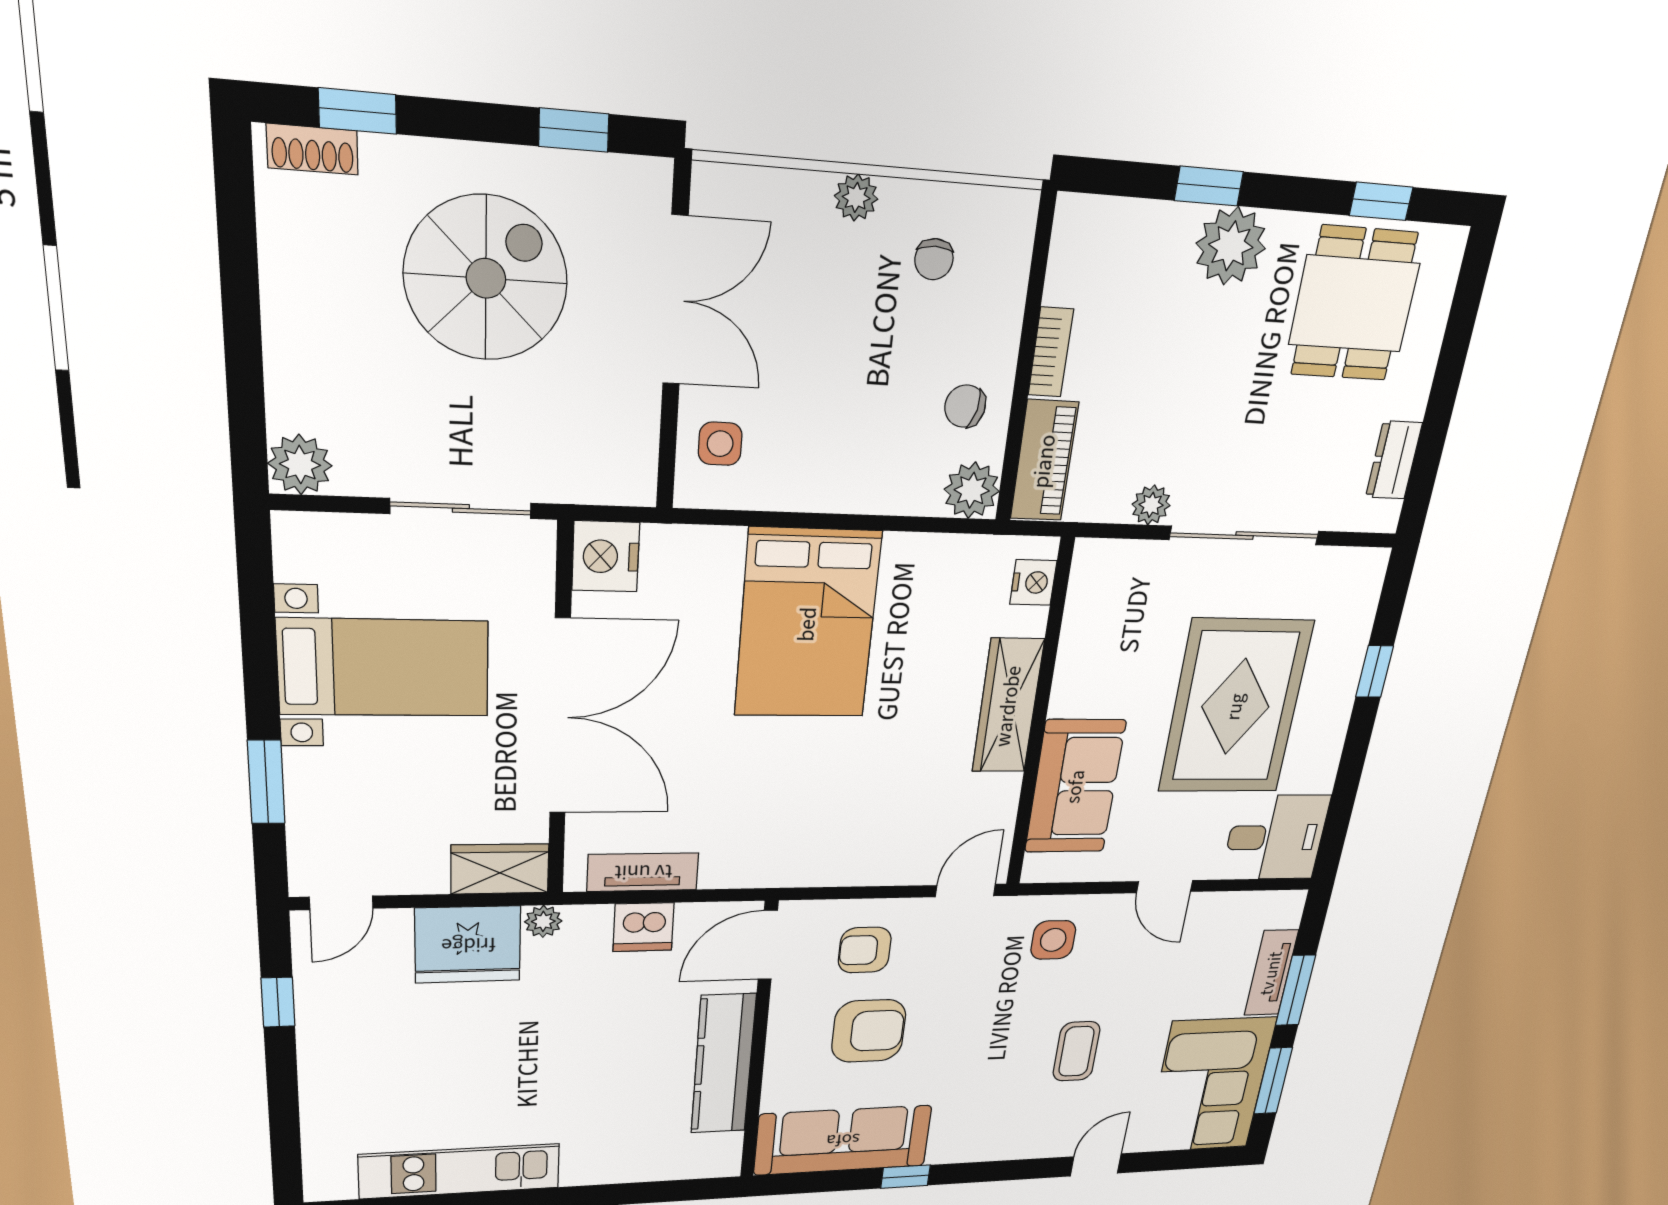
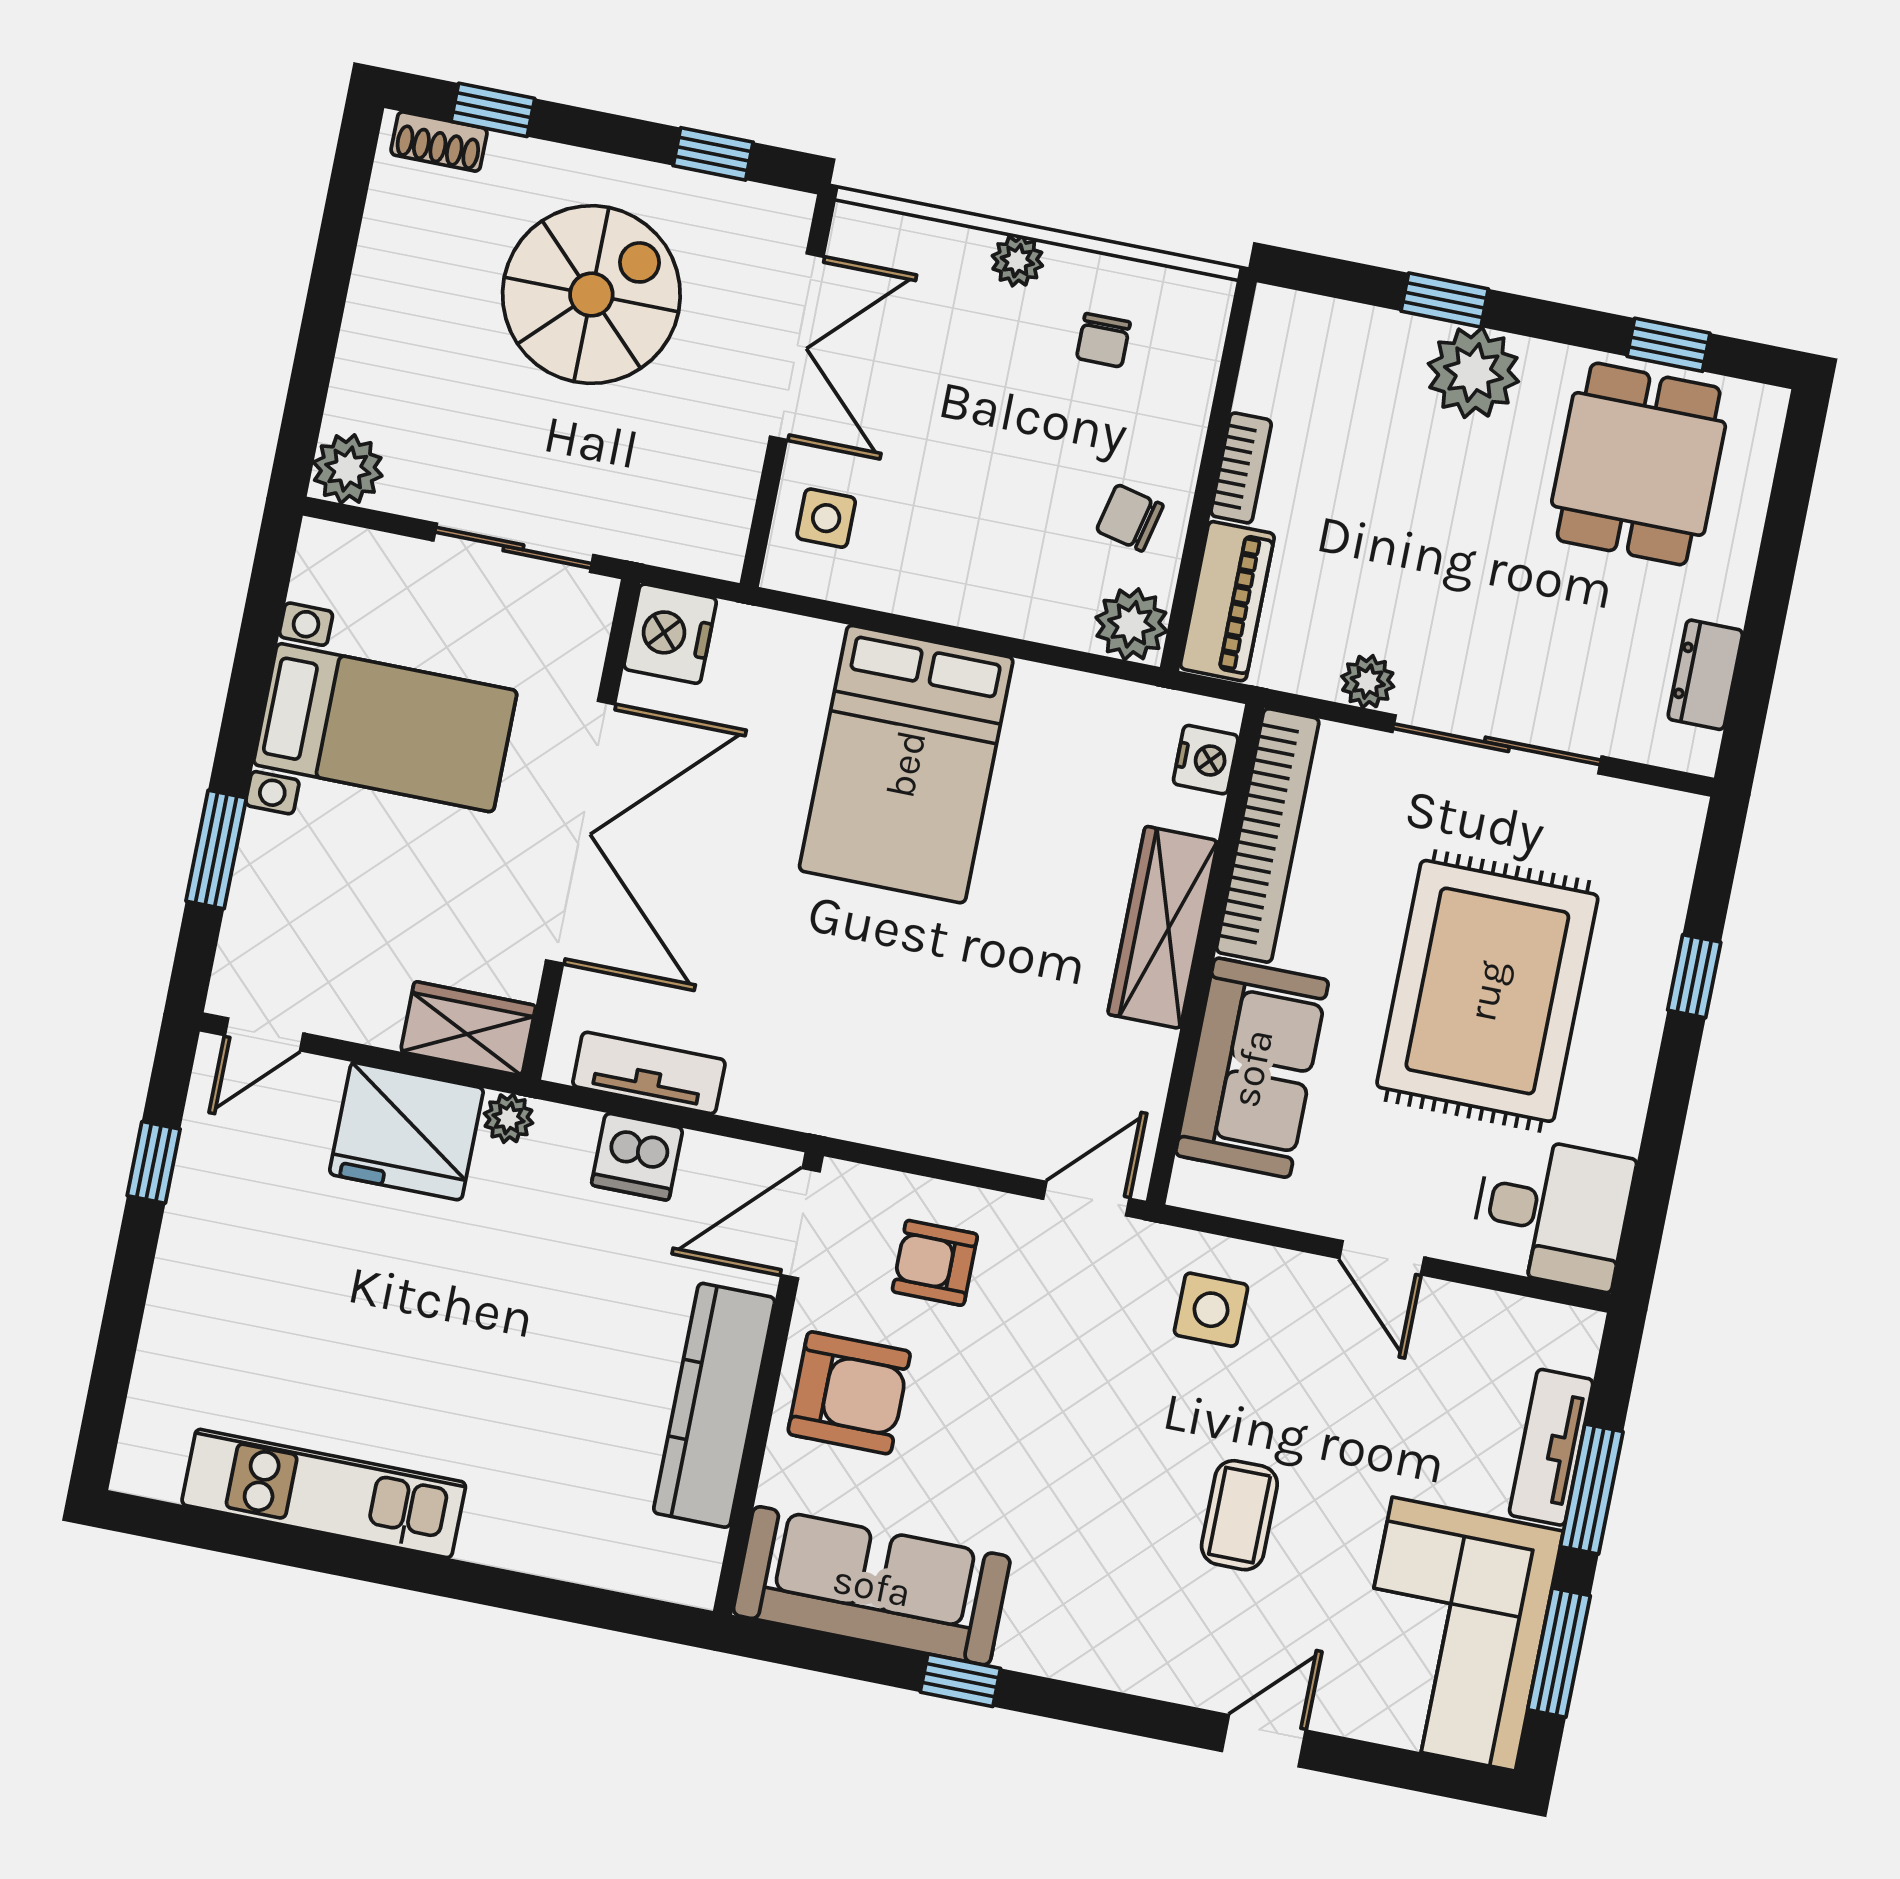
bookcase: (1081, 629) -> (1268, 835), added
armchair: (869, 1031) -> (849, 1393), moved

